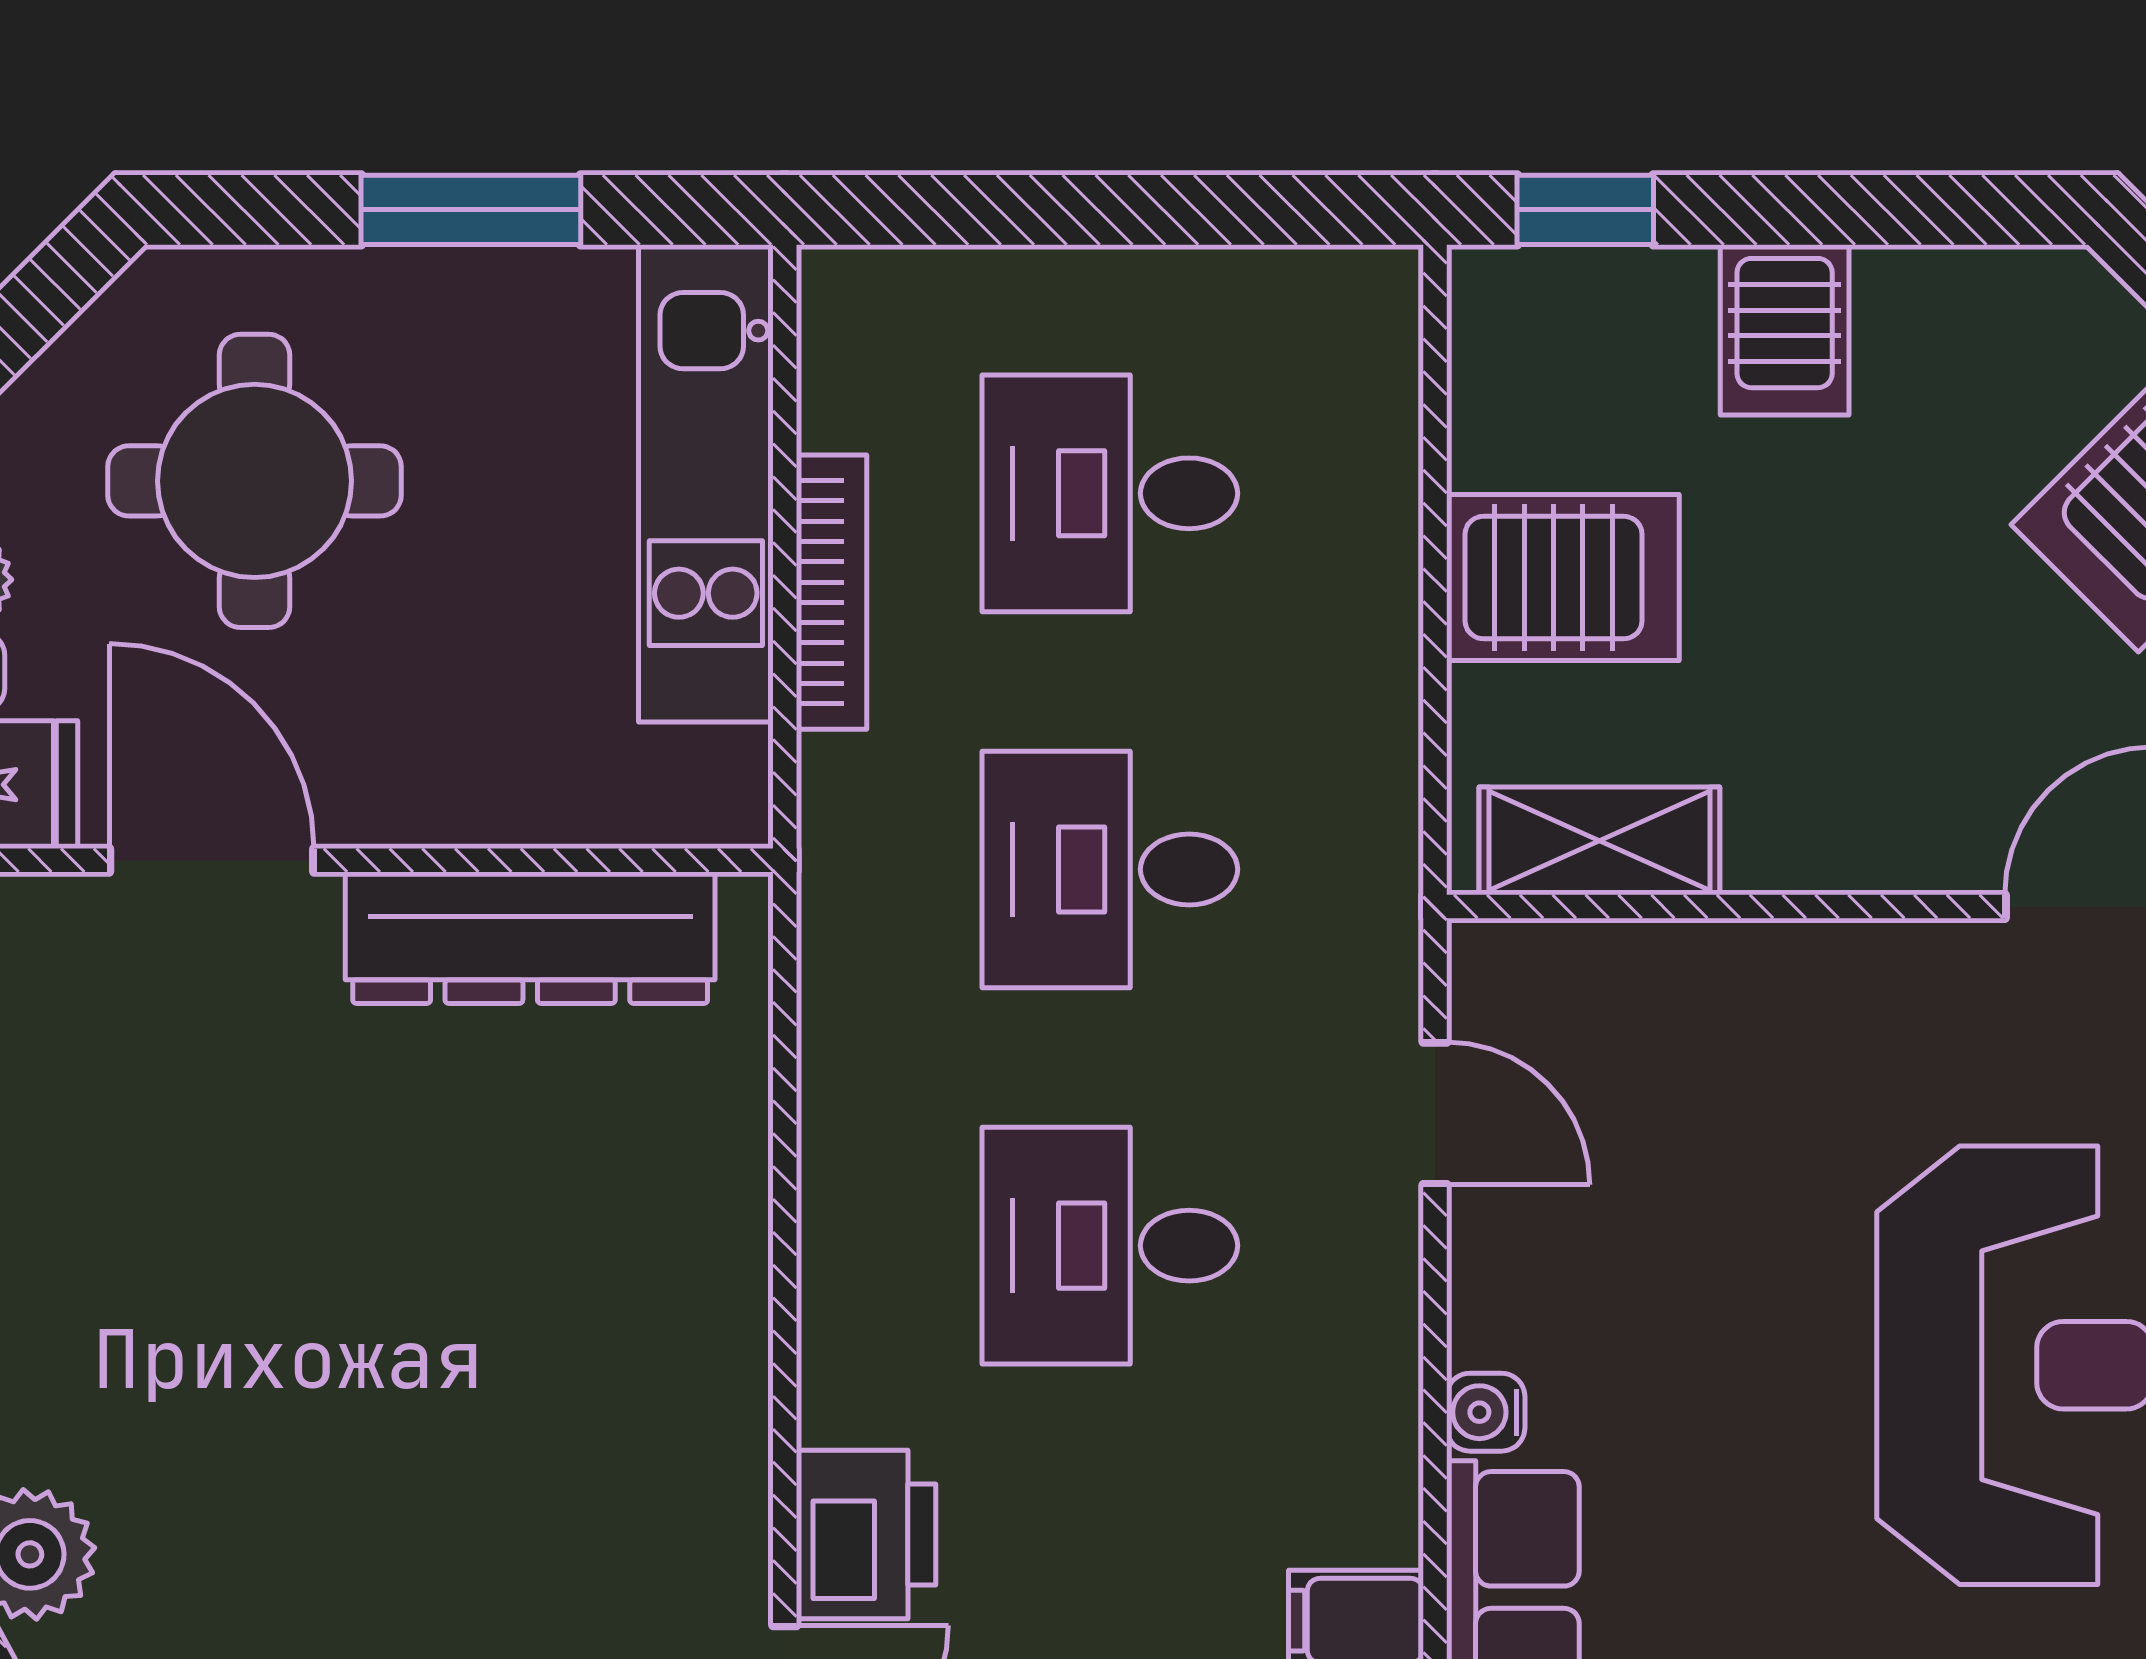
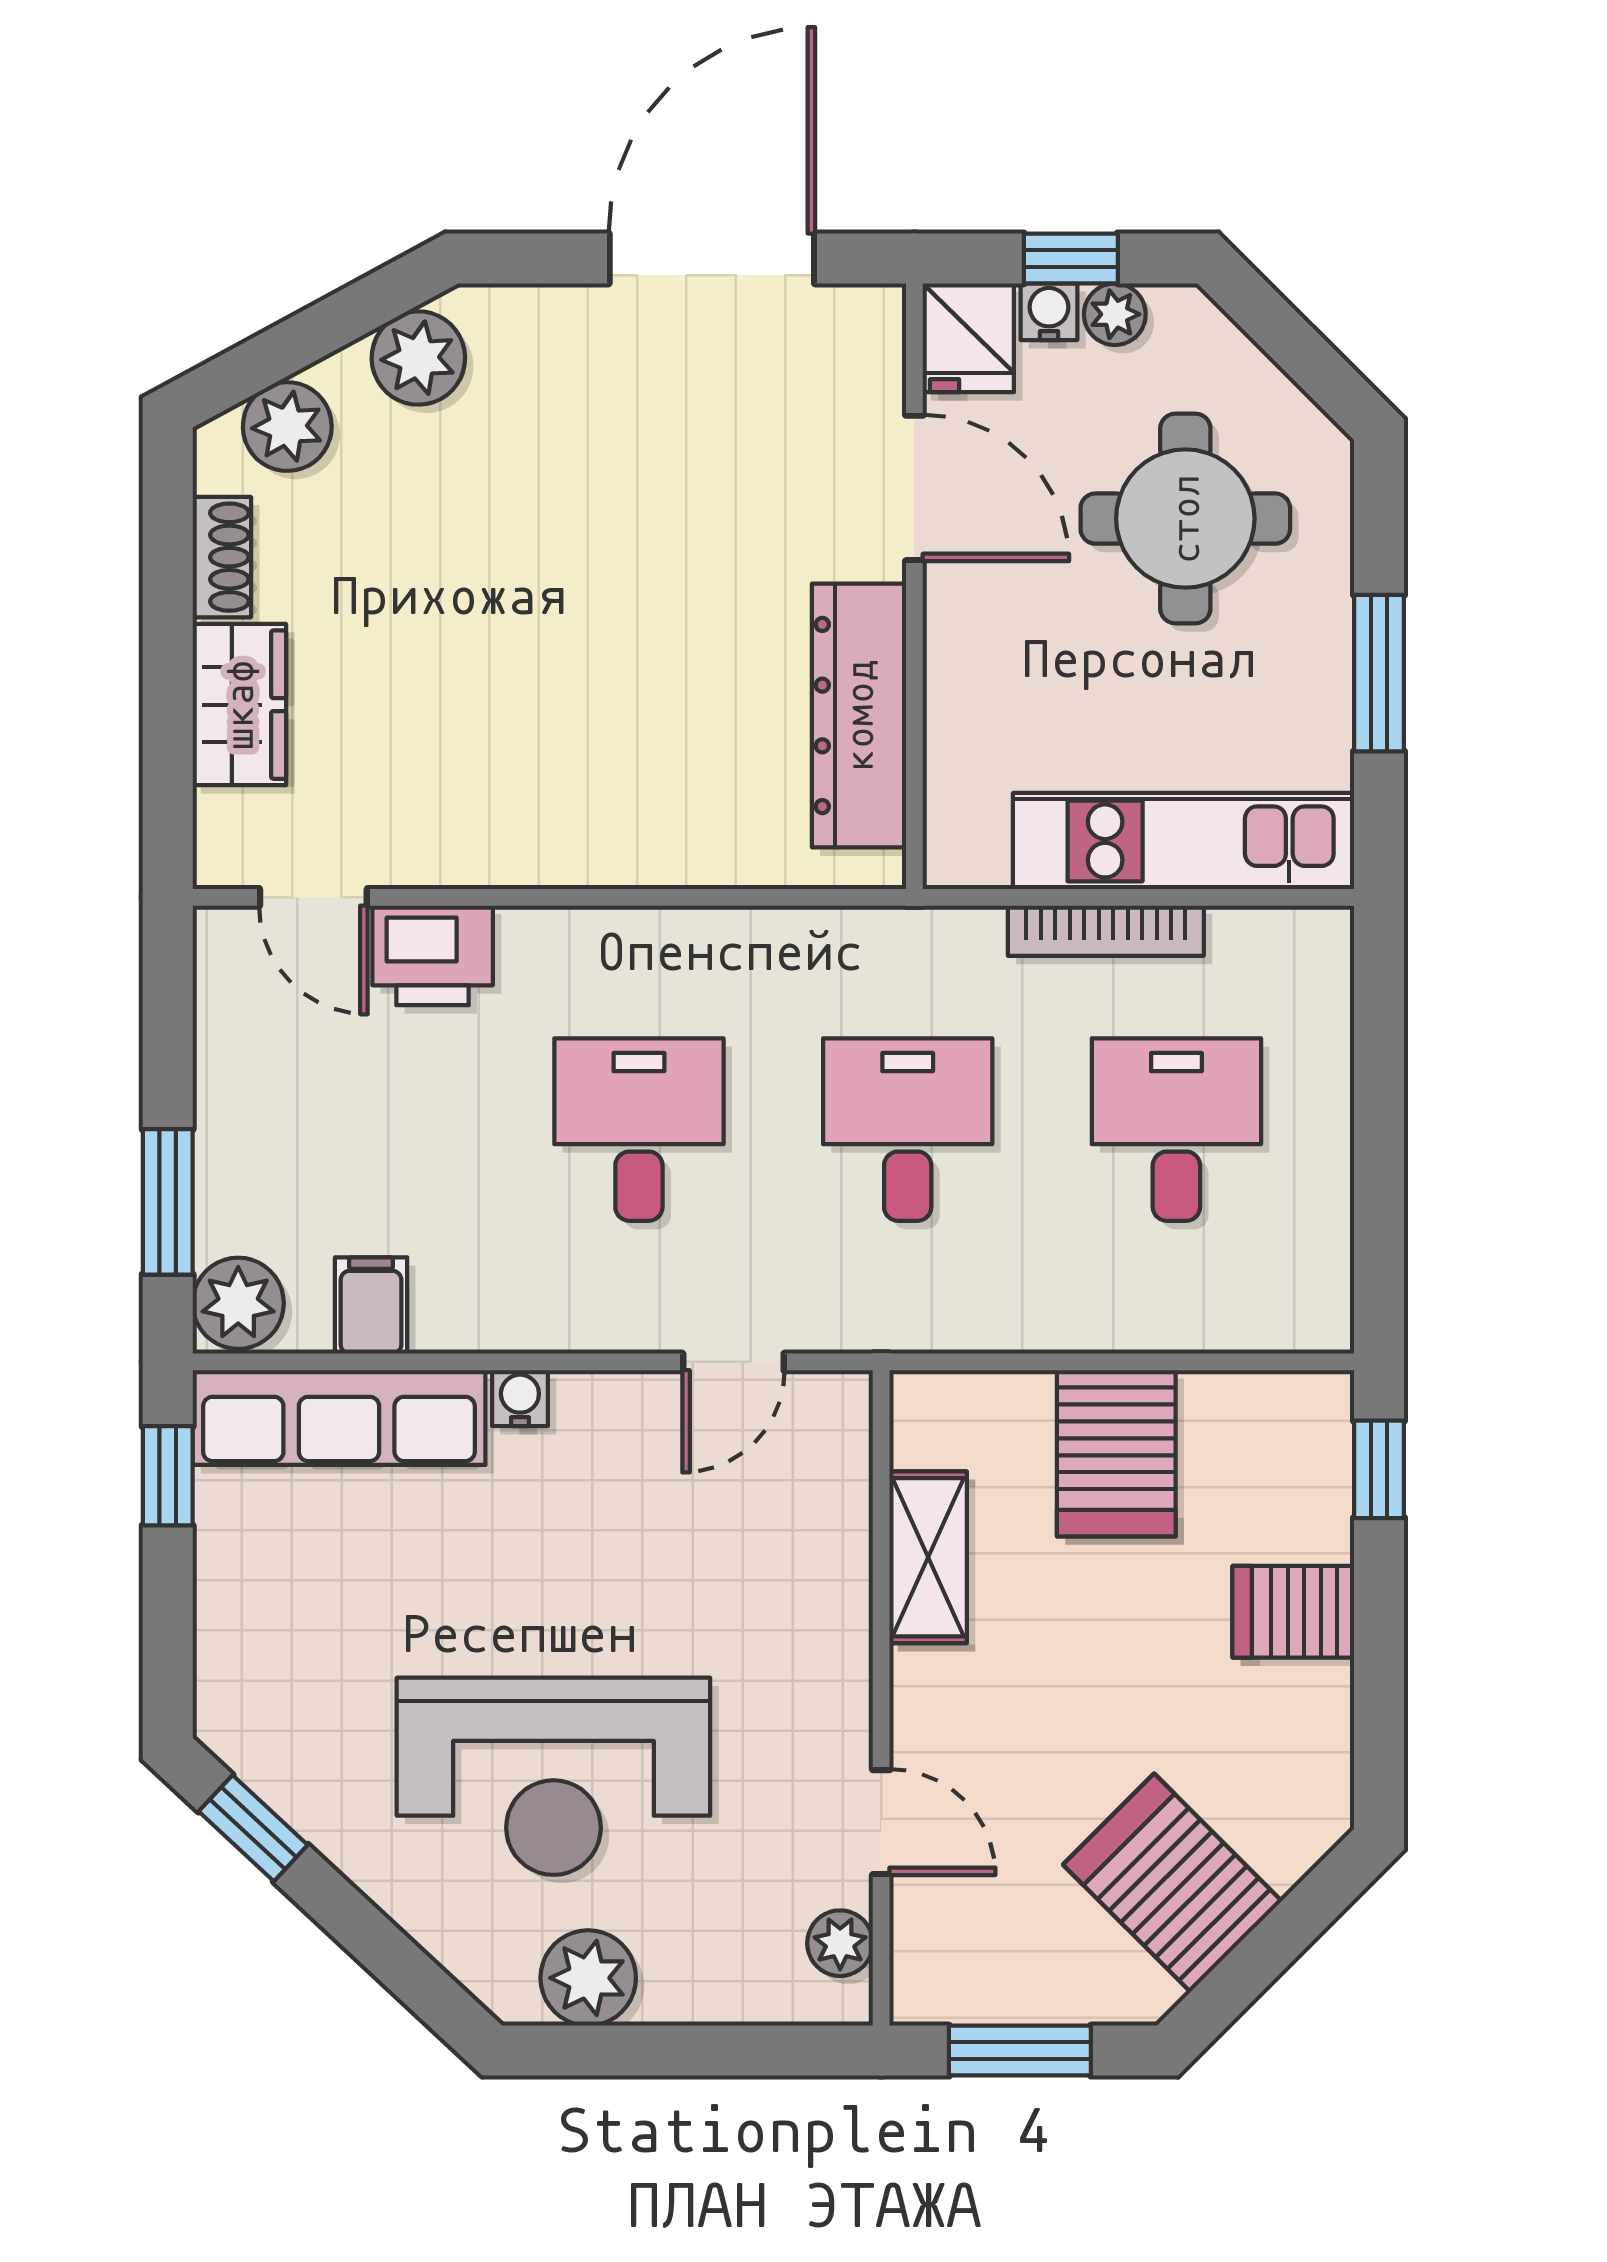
shelving: (1599, 841) -> (928, 1557), moved
door: (212, 860) -> (914, 488), hinge flipped

